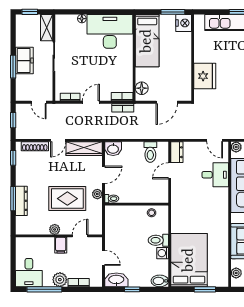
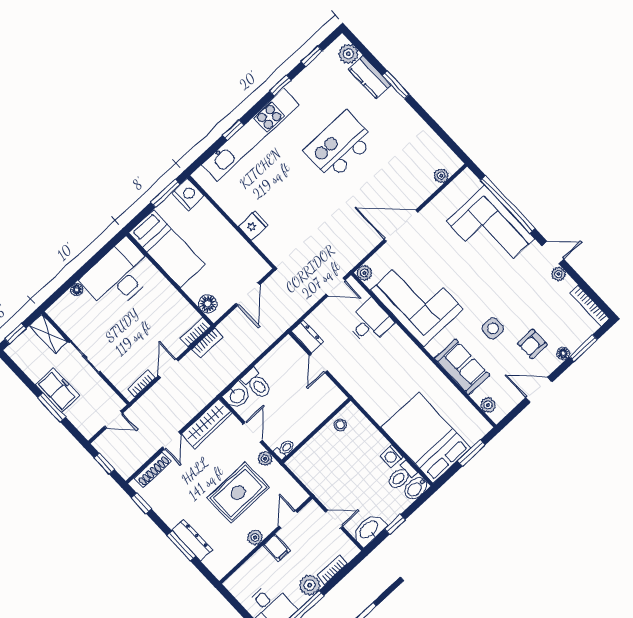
fridge: (205, 76) -> (253, 226), width x0.53, depth x0.75
toilet: (150, 152) -> (257, 384), moved
toilet: (158, 240) -> (401, 476), moved

